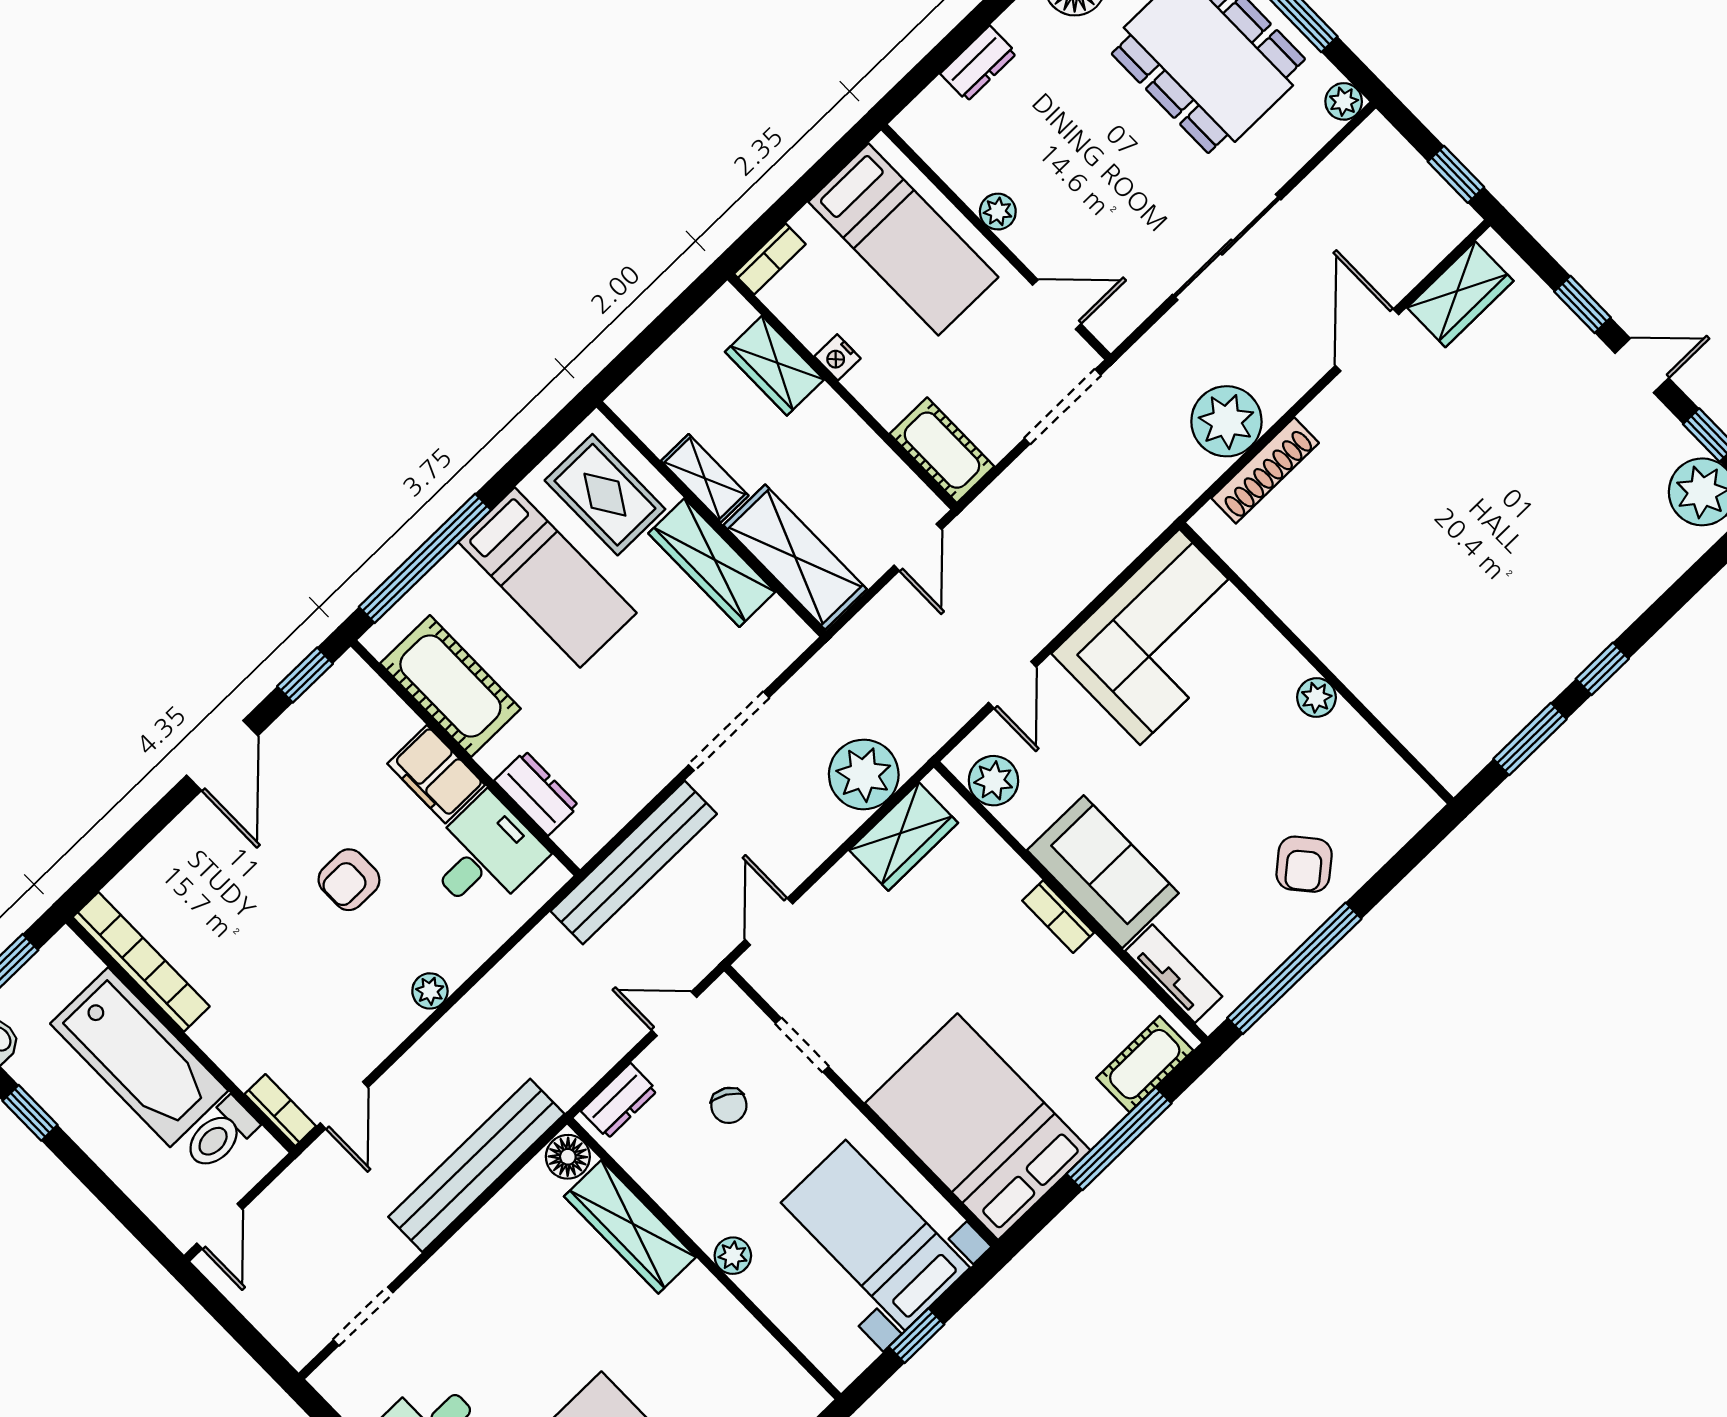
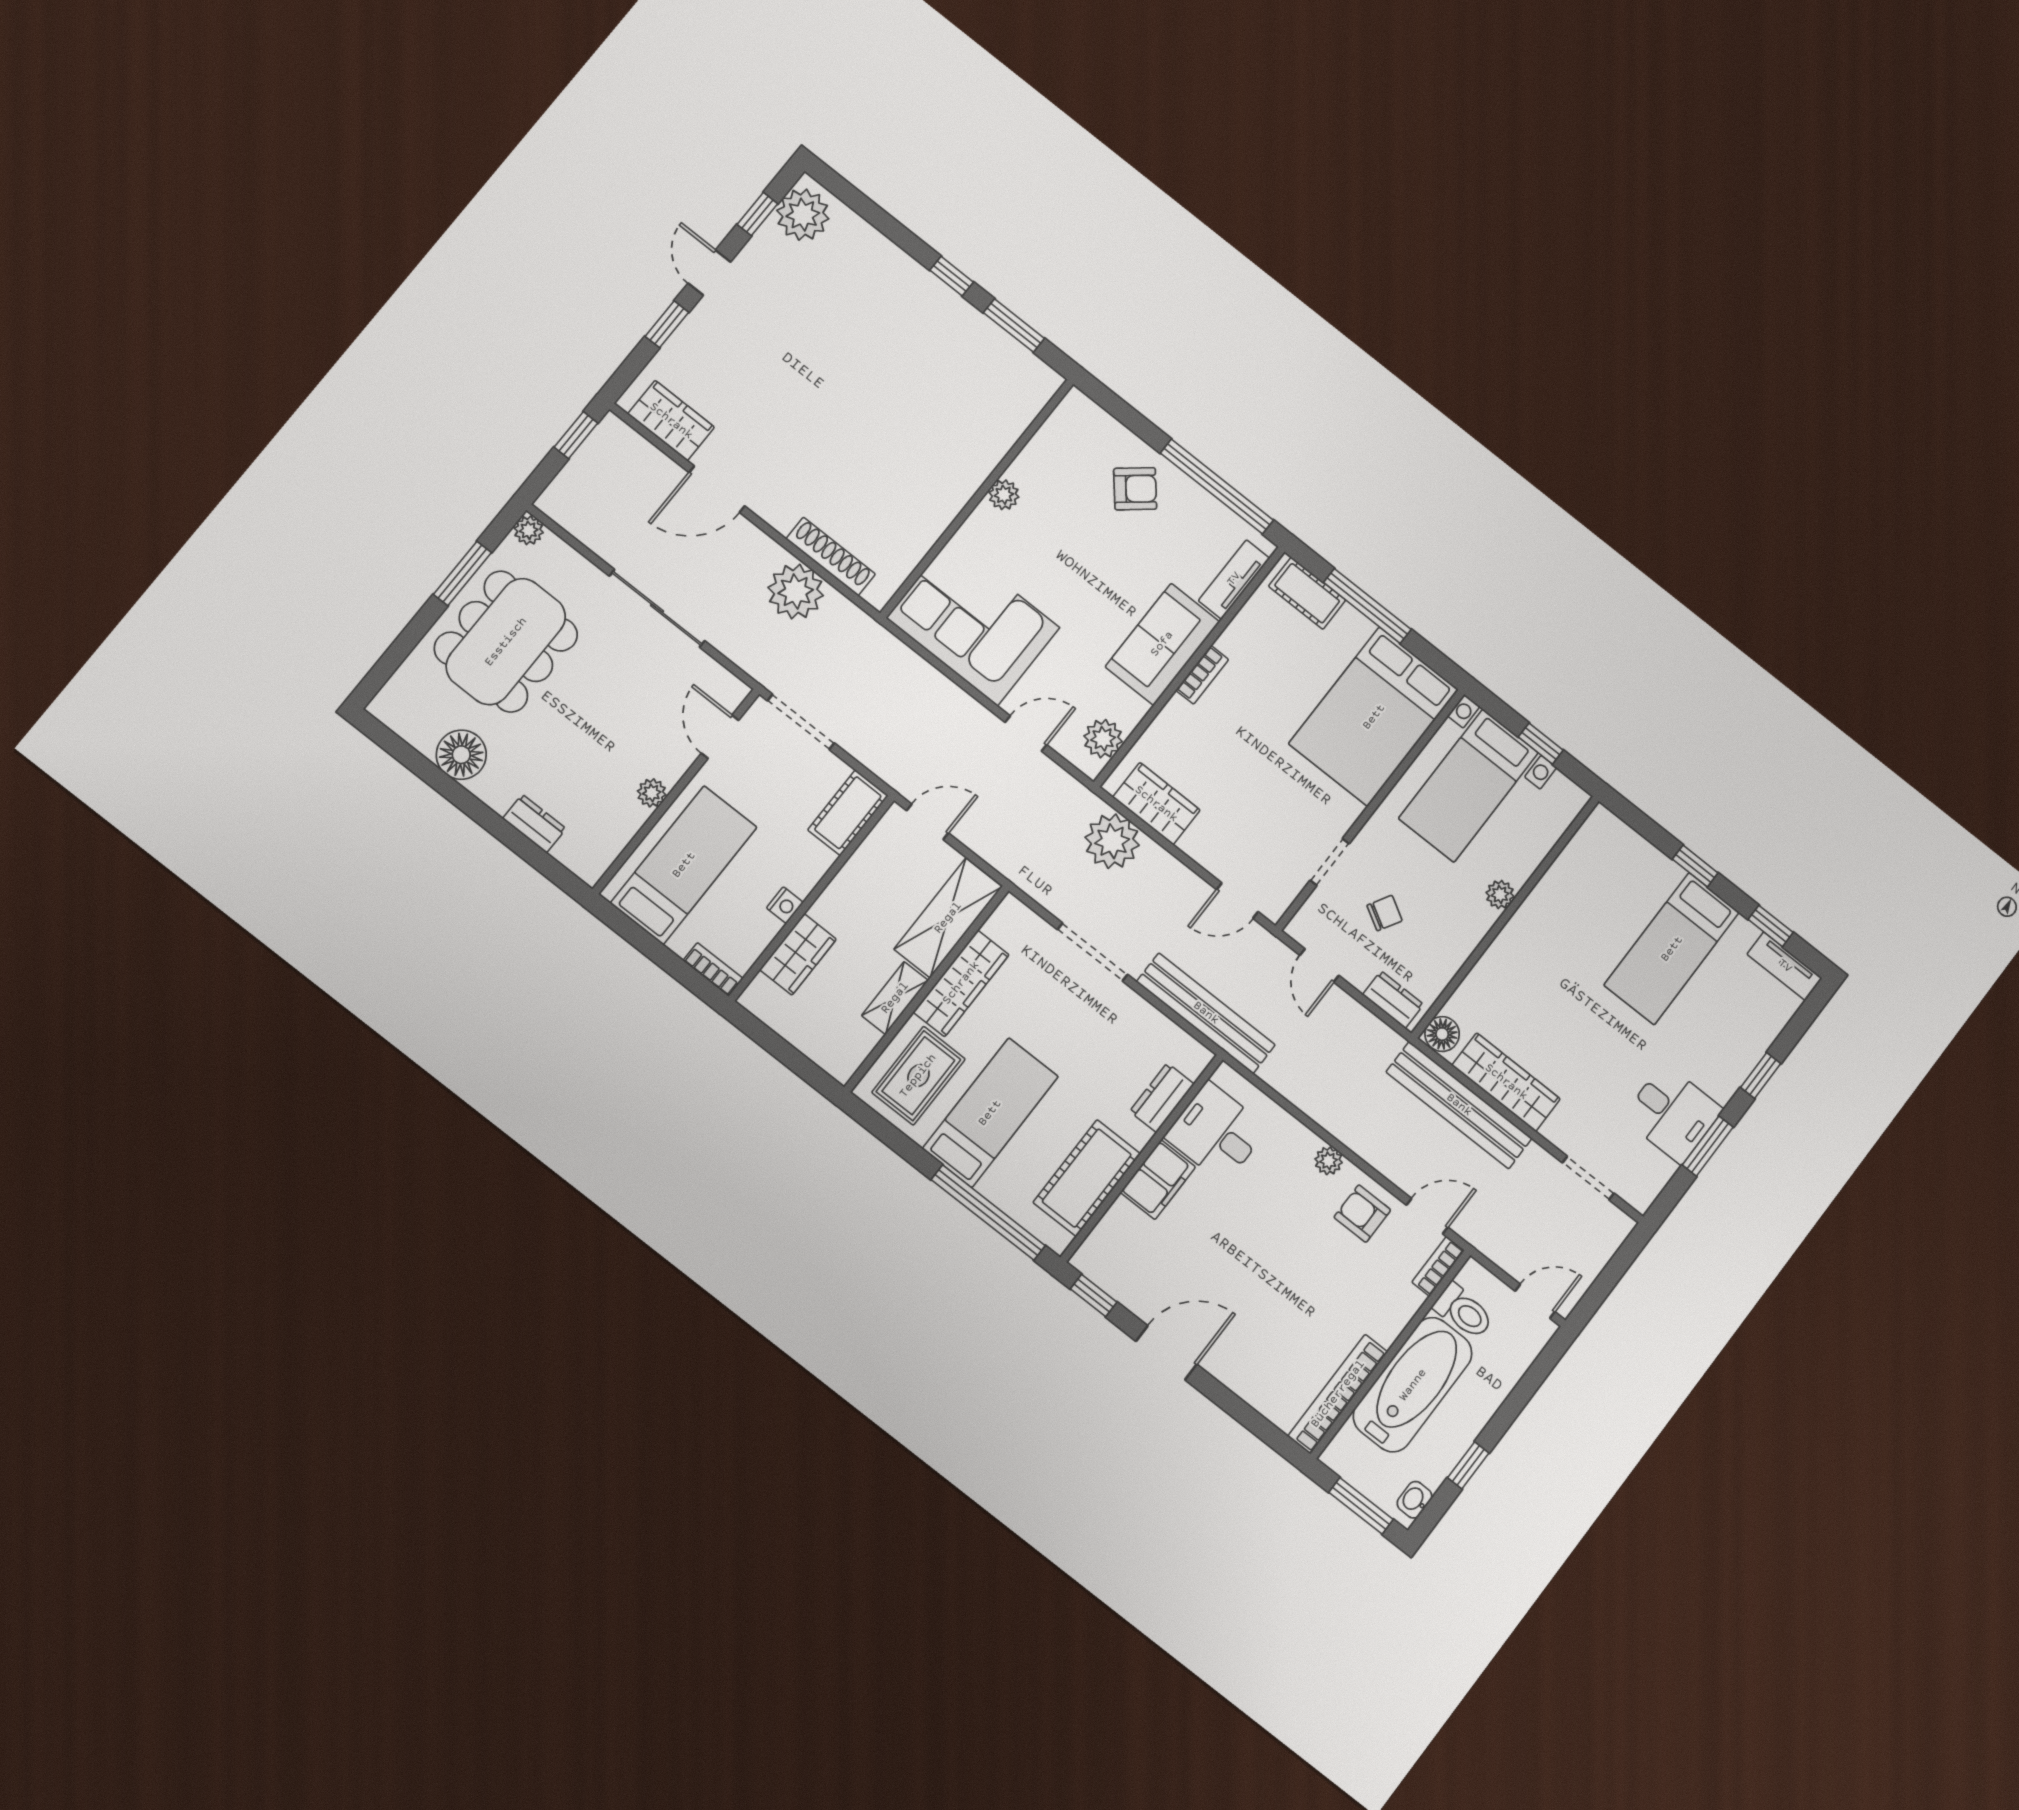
armchair: (349, 880) -> (1362, 1214), moved, turned 180
wardrobe: (630, 1227) -> (1506, 1082), moved, turned -90

